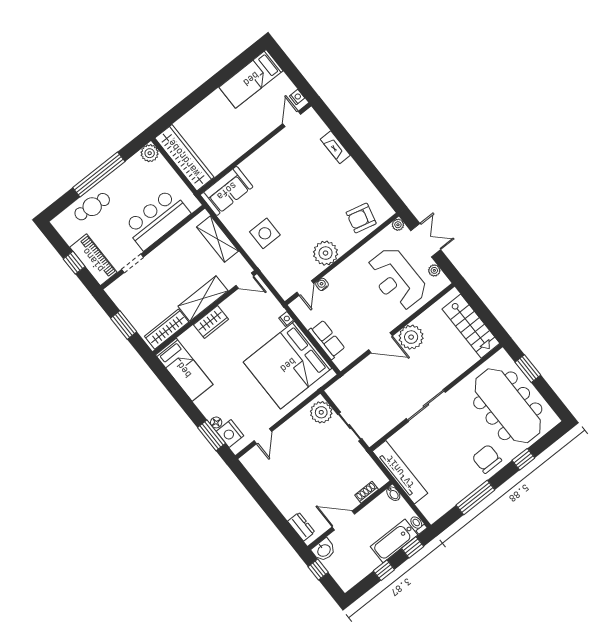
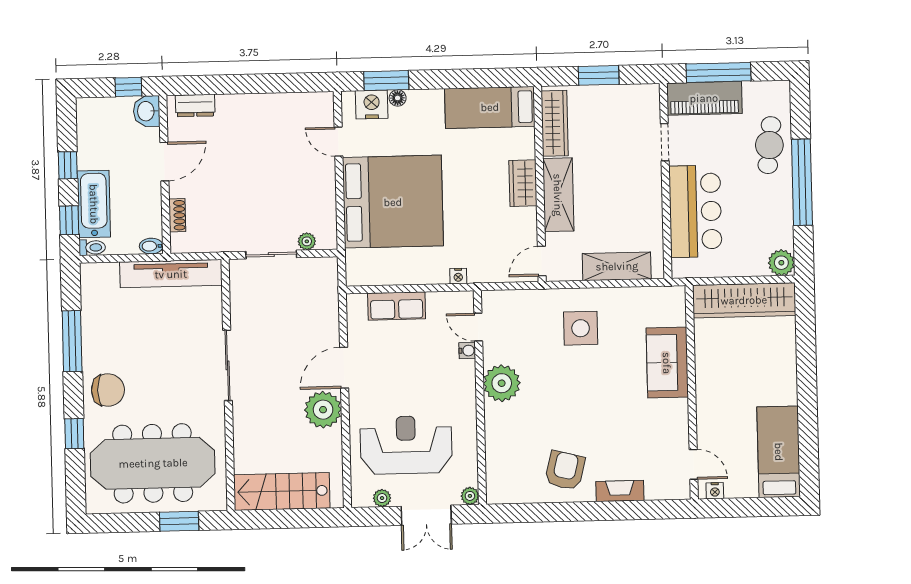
sofa: (227, 191) -> (667, 363), moved
armchair: (361, 218) -> (565, 471), moved
window: (74, 263) -> (719, 72), width x2.17
bed: (288, 365) -> (393, 202), moved, turned 90
plant: (321, 412) -> (307, 241), width x0.53, depth x0.53

